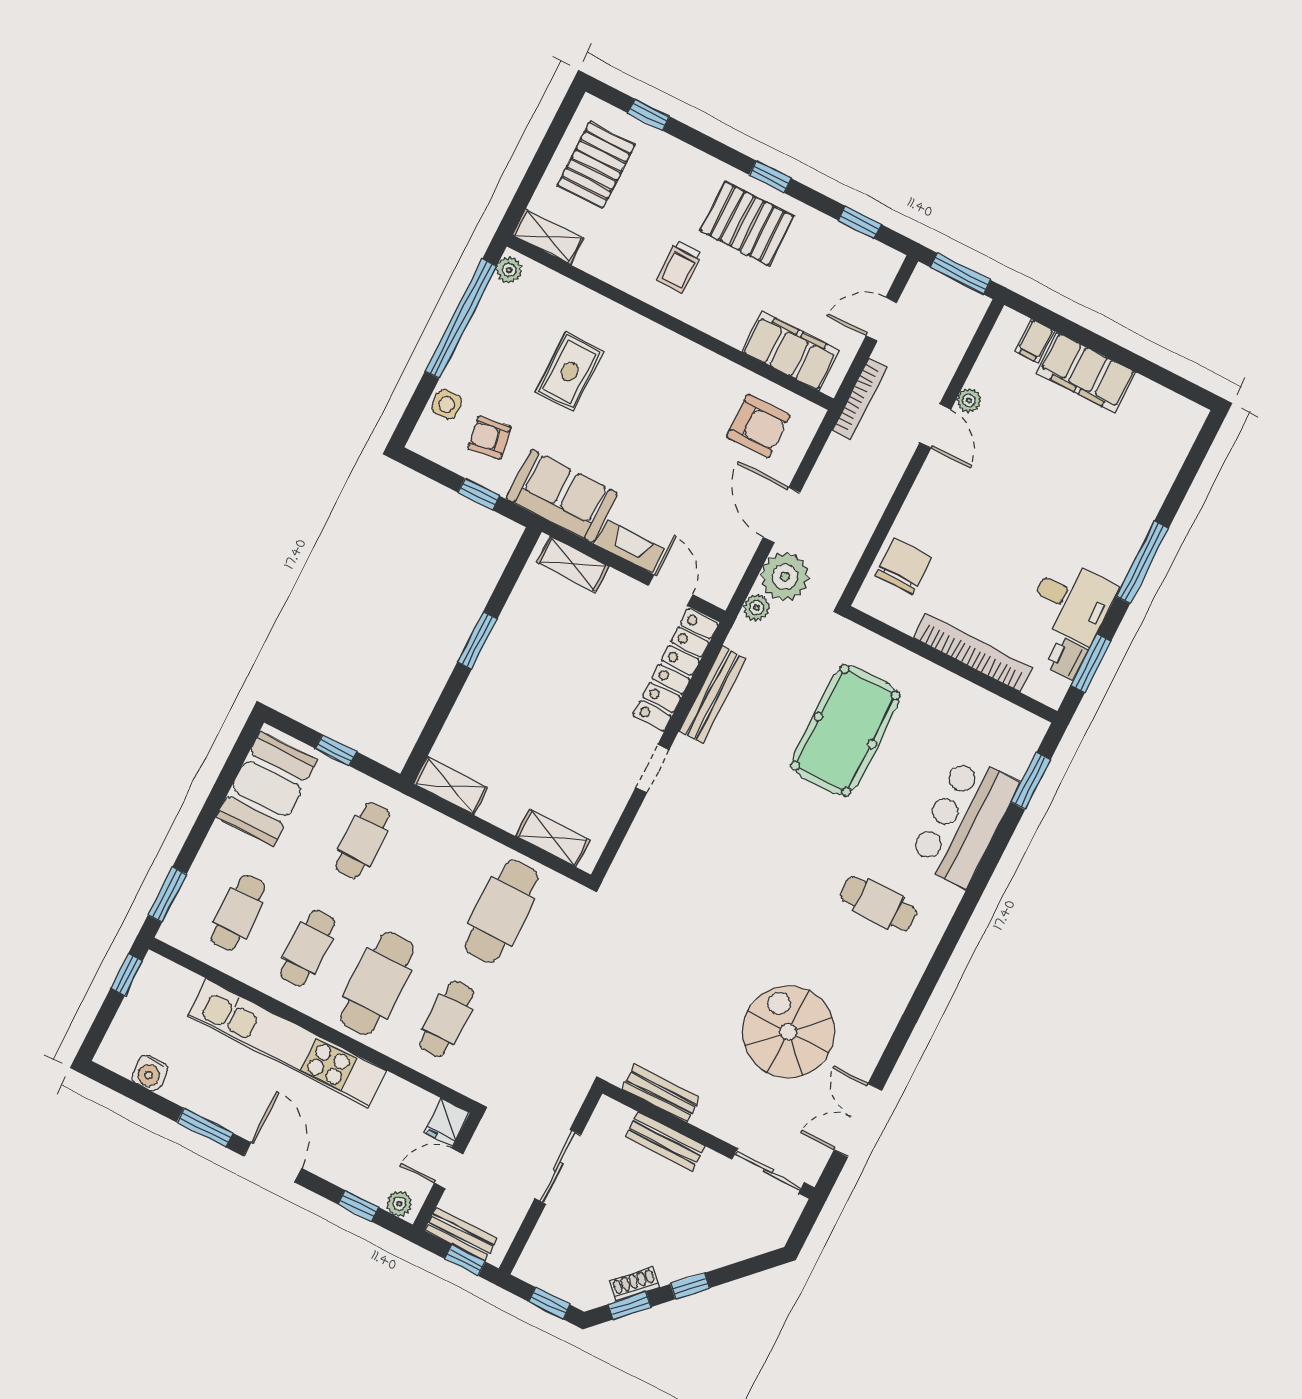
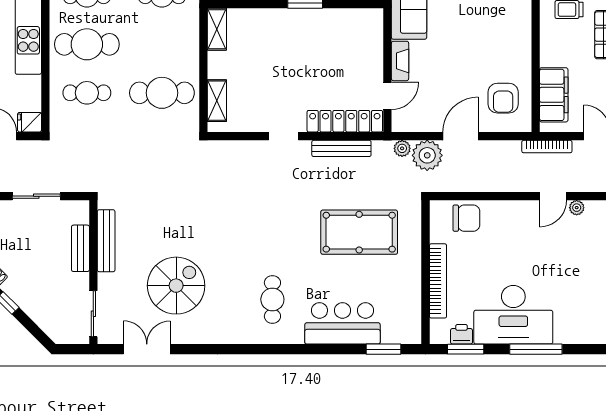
shelving: (573, 564) -> (374, 34), removed
desk: (1073, 601) -> (513, 315), width x1.87, depth x1.30
bench: (661, 1093) -> (106, 241), width x1.36

